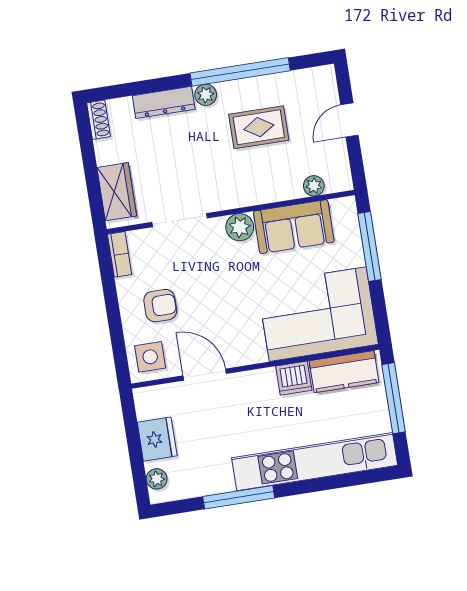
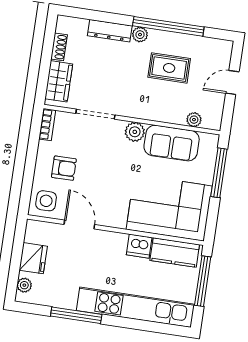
shoe rack: (99, 120) -> (59, 47), moved

